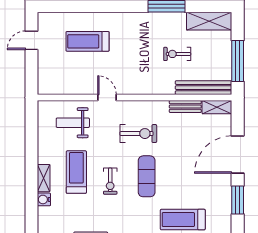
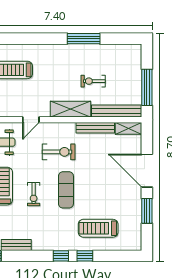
shelving: (209, 21) -> (70, 109), moved
door: (107, 98) -> (31, 120), swing flipped
bench: (185, 107) -> (95, 128), width x1.36
door: (238, 155) -> (147, 171), hinge flipped

